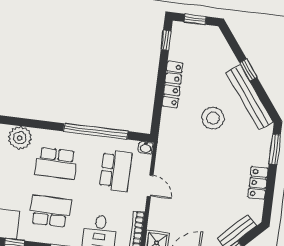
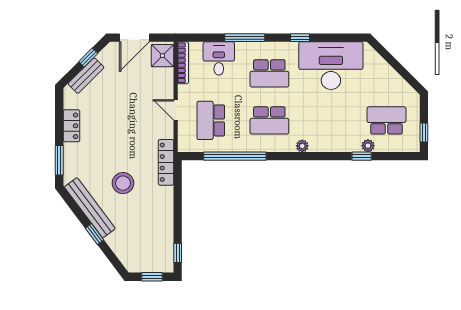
locker: (173, 84) -> (166, 162), moved
plant: (20, 138) -> (302, 146), width x0.53, depth x0.53
washbasin: (146, 148) -> (185, 146), removed
school desk: (56, 163) -> (269, 120), turned 180

